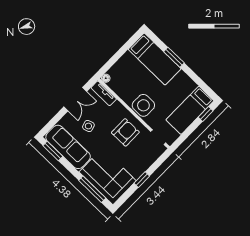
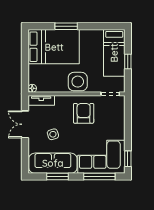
bed: (155, 59) -> (54, 47), width x1.50
double door: (75, 99) -> (25, 124), swing flipped
window: (206, 114) -> (128, 62), moved
window: (53, 151) -> (57, 177), moved
window: (142, 180) -> (128, 159), moved

